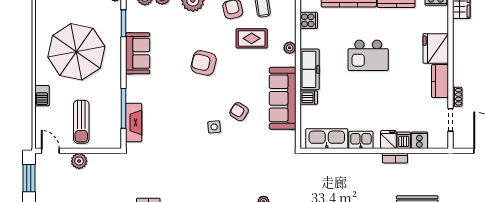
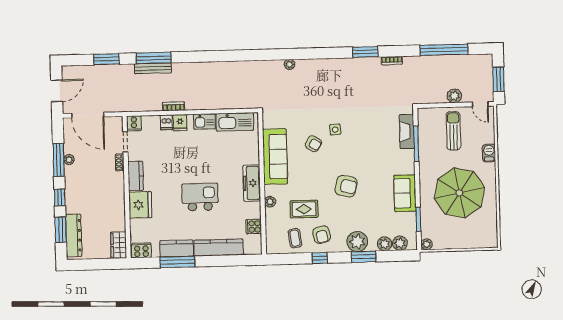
dishwasher: (309, 98) -> (252, 158), removed
cooker: (419, 140) -> (134, 123), moved

